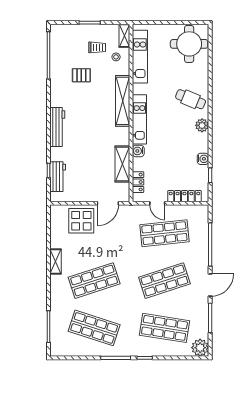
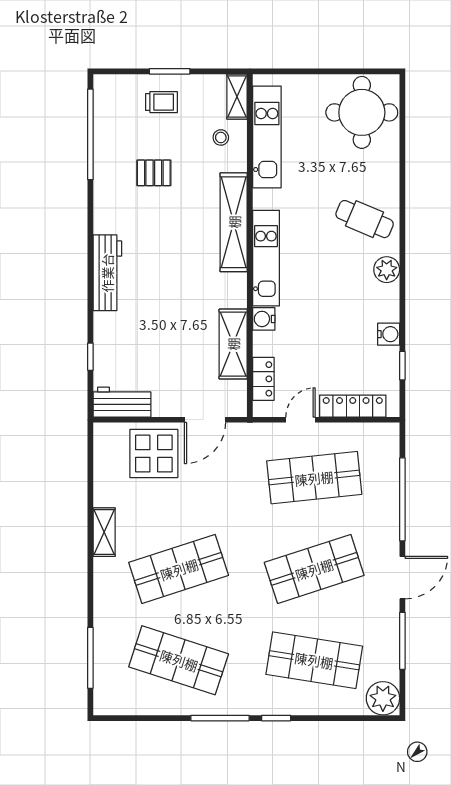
trolley: (97, 47) -> (161, 102), moved
workbench: (58, 177) -> (122, 402), moved, turned -90
door: (157, 203) -> (300, 420), swing flipped

